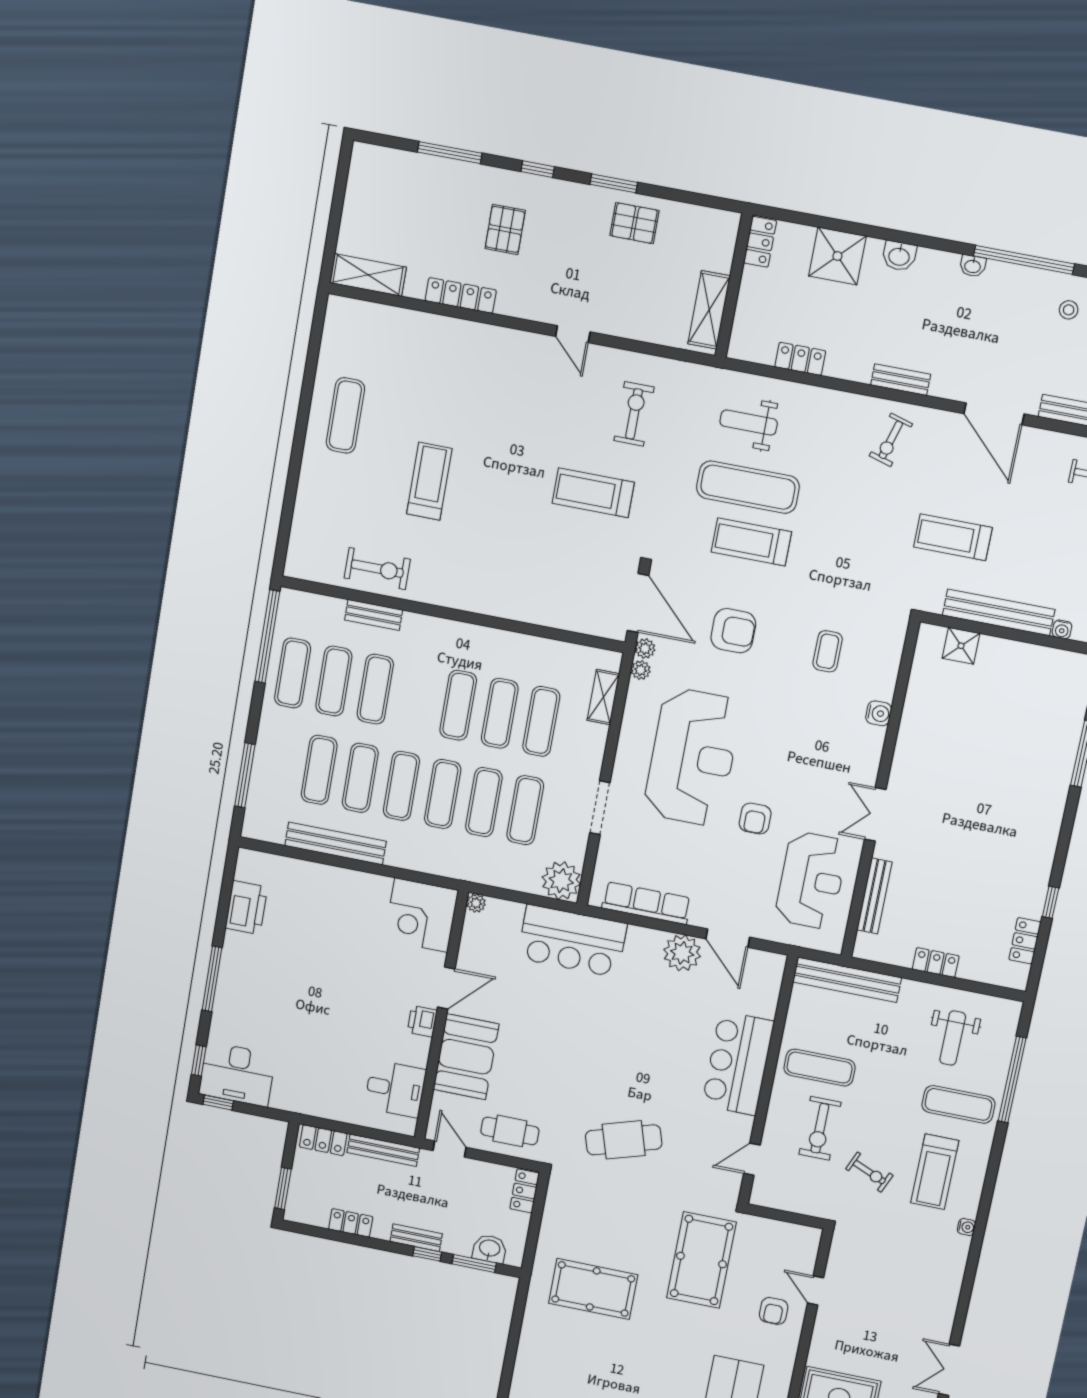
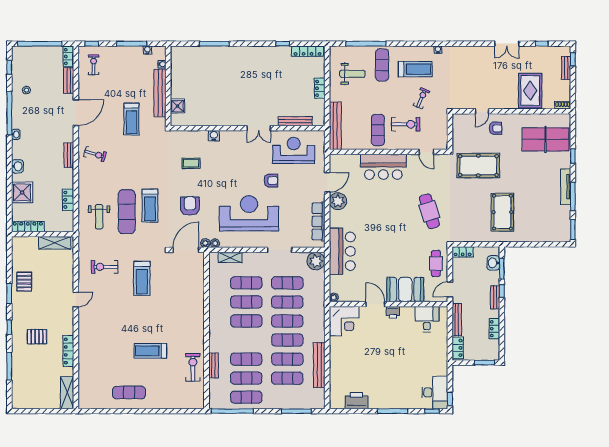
locker: (760, 242) -> (28, 226), width x1.53
locker: (1025, 941) -> (308, 51), width x1.53

